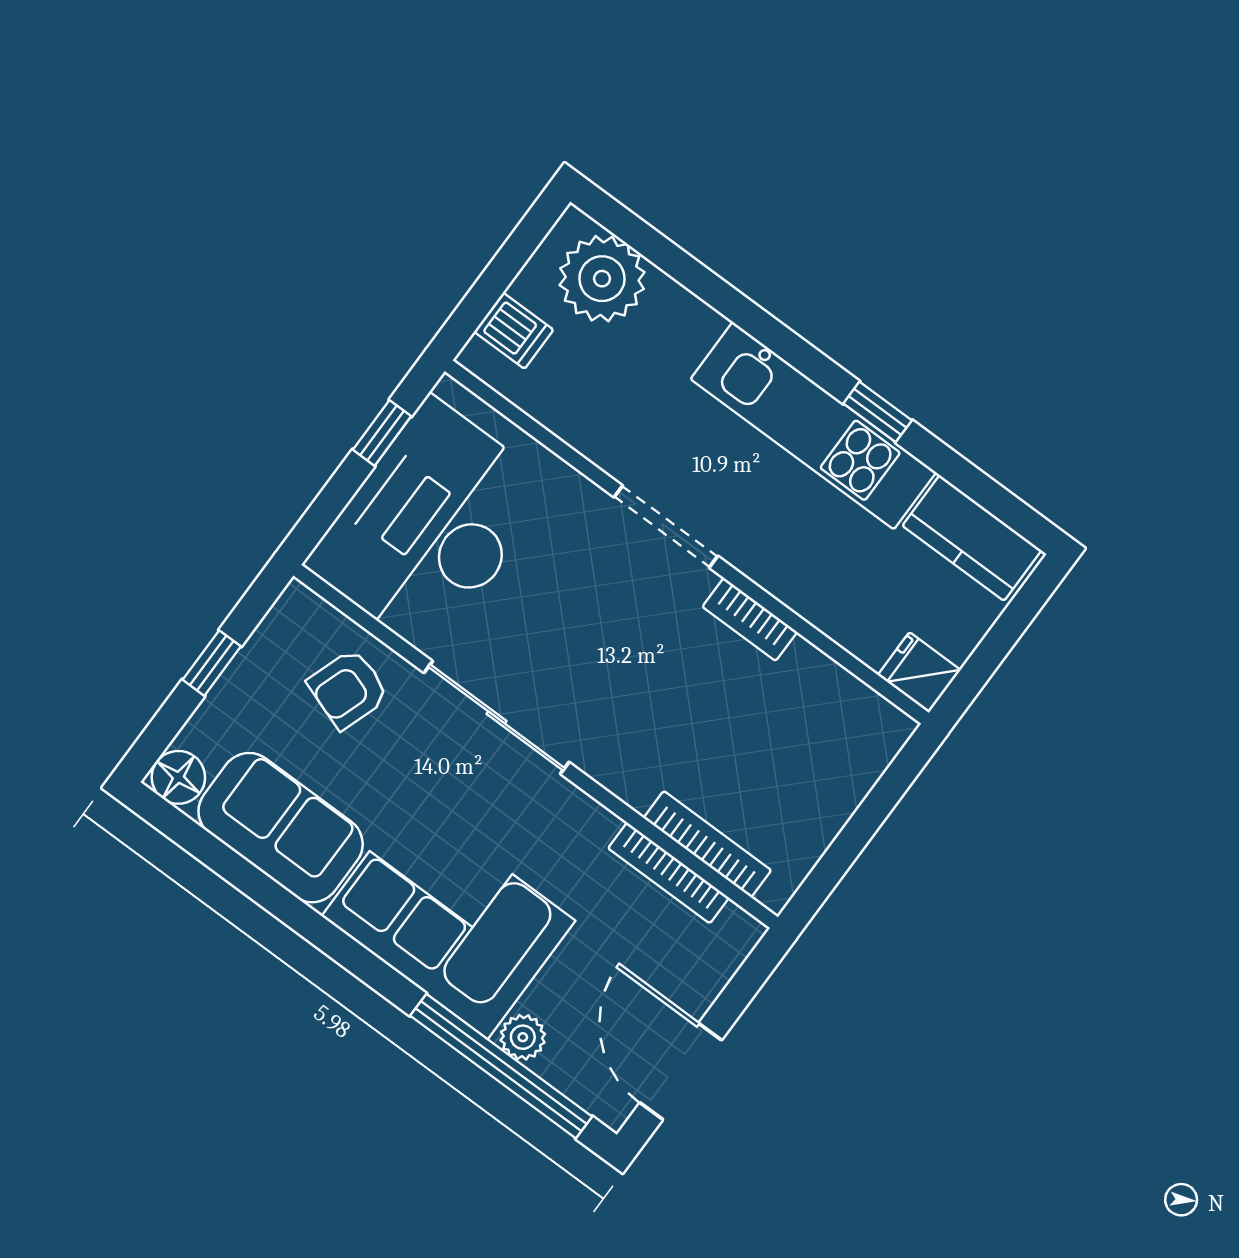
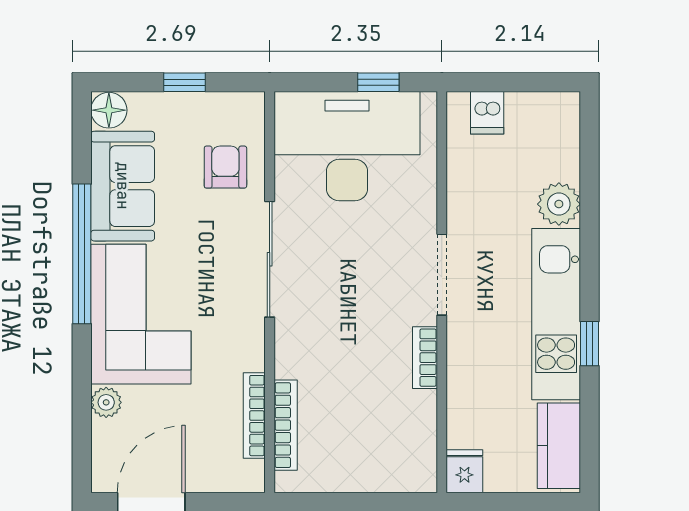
plant: (602, 279) -> (559, 204), moved, width x0.73, depth x0.73
armchair: (348, 689) -> (225, 167), turned 71
window: (501, 1066) -> (82, 254), moved

